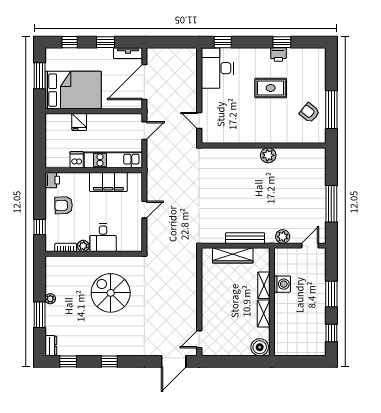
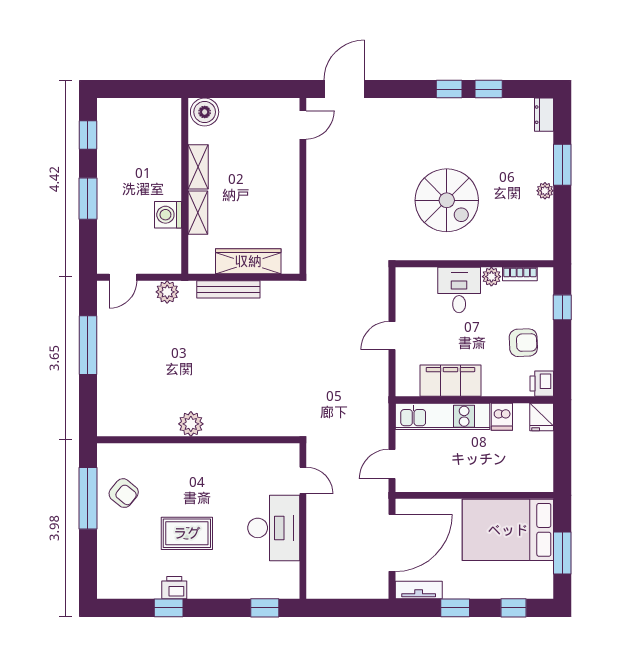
desk: (217, 68) -> (274, 528), moved
fridge: (79, 122) -> (542, 417), moved, turned 180
window: (68, 361) -> (489, 89), moved

